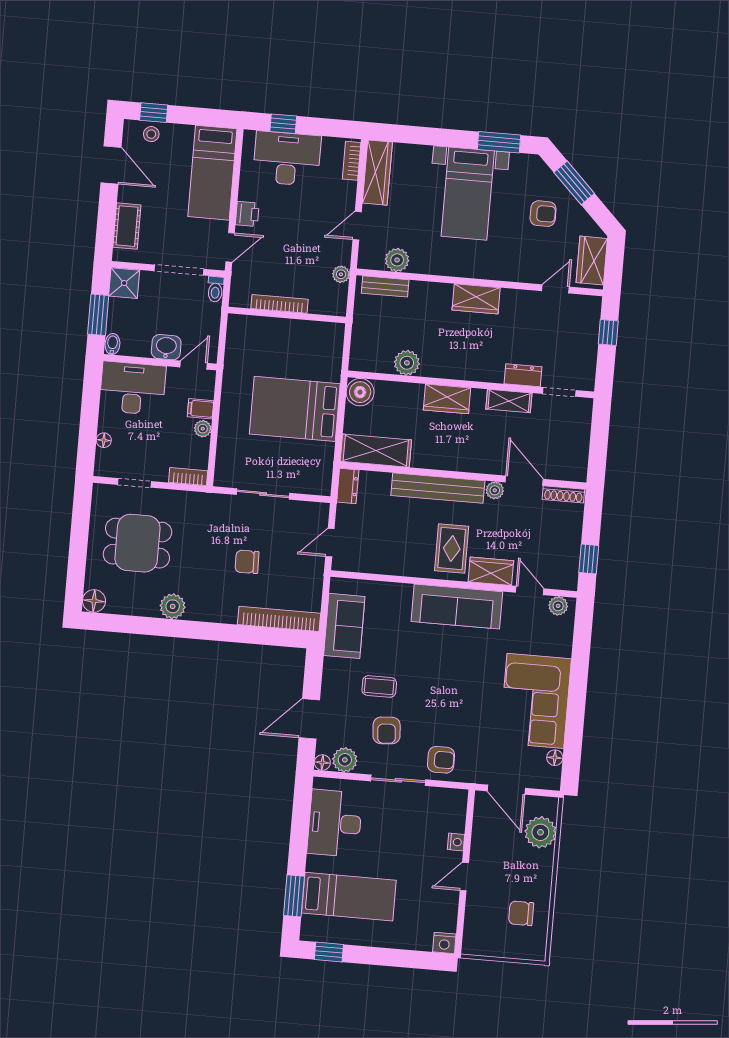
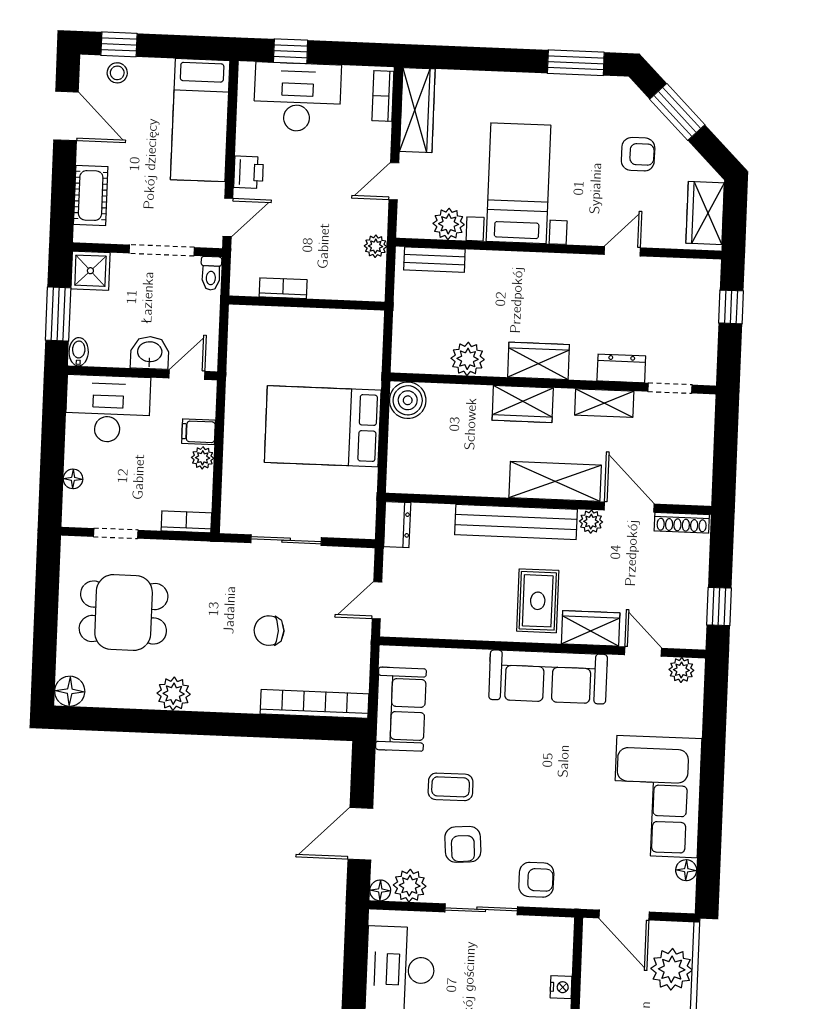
bed with nightstands: (468, 194) -> (518, 183), moved, turned 180
door: (555, 289) -> (622, 251), moved
wardrobe: (476, 299) -> (539, 361), moved, turned 180
bookcase: (280, 304) -> (283, 288), width x0.64
shelving: (376, 451) -> (555, 481), moved

